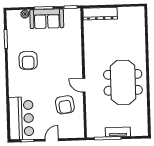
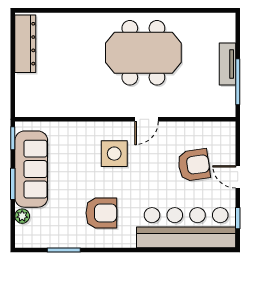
dresser: (100, 14) -> (25, 44), moved
sofa: (47, 19) -> (31, 169), width x1.36
side table: (63, 67) -> (114, 154), added
armchair: (65, 105) -> (194, 165), moved
bar counter: (21, 118) -> (186, 228), width x1.36

